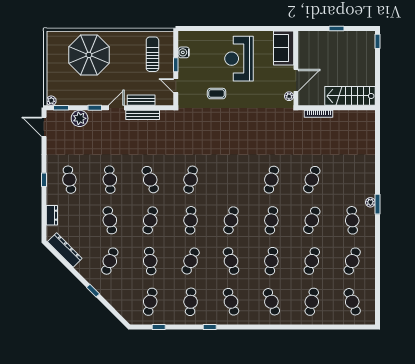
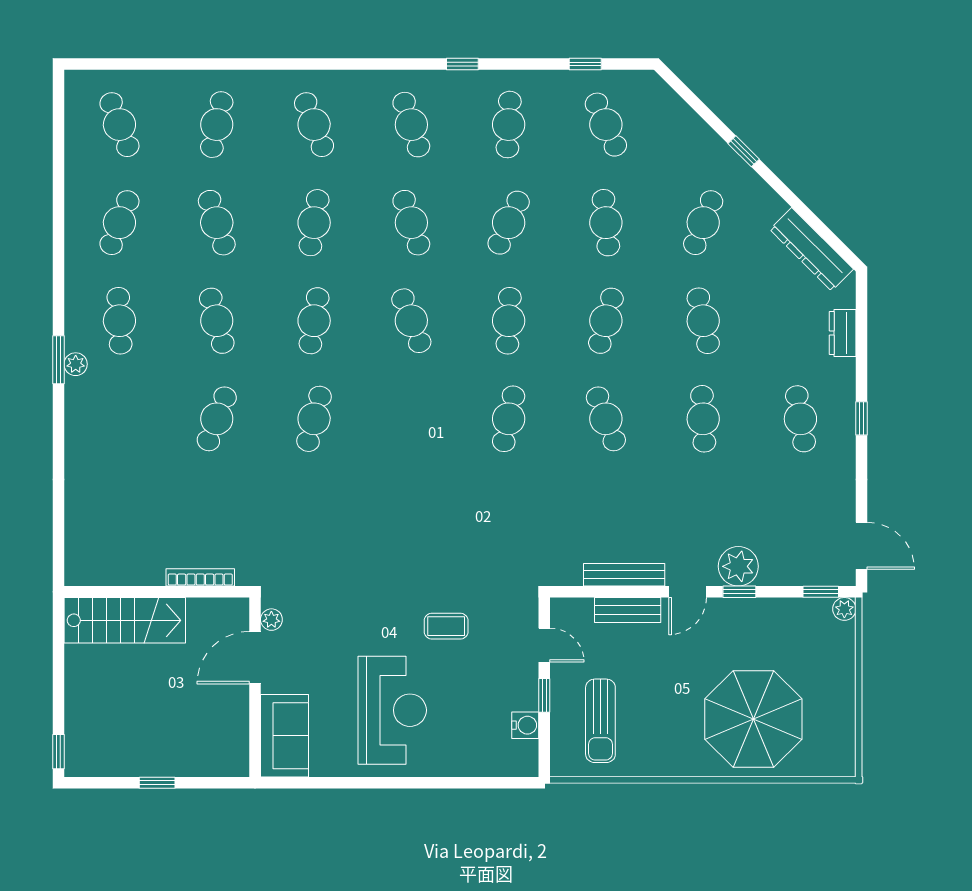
plant: (80, 118) -> (738, 566), moved
cafe table: (231, 220) -> (411, 321), turned -36
cafe table: (312, 220) -> (217, 321), turned -36
cafe table: (312, 261) -> (217, 223), turned -36
cafe table: (150, 302) -> (606, 125), turned -36

